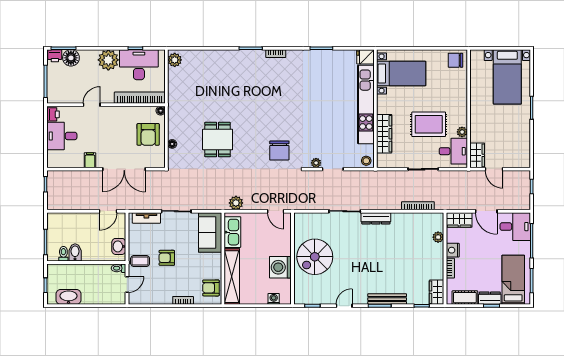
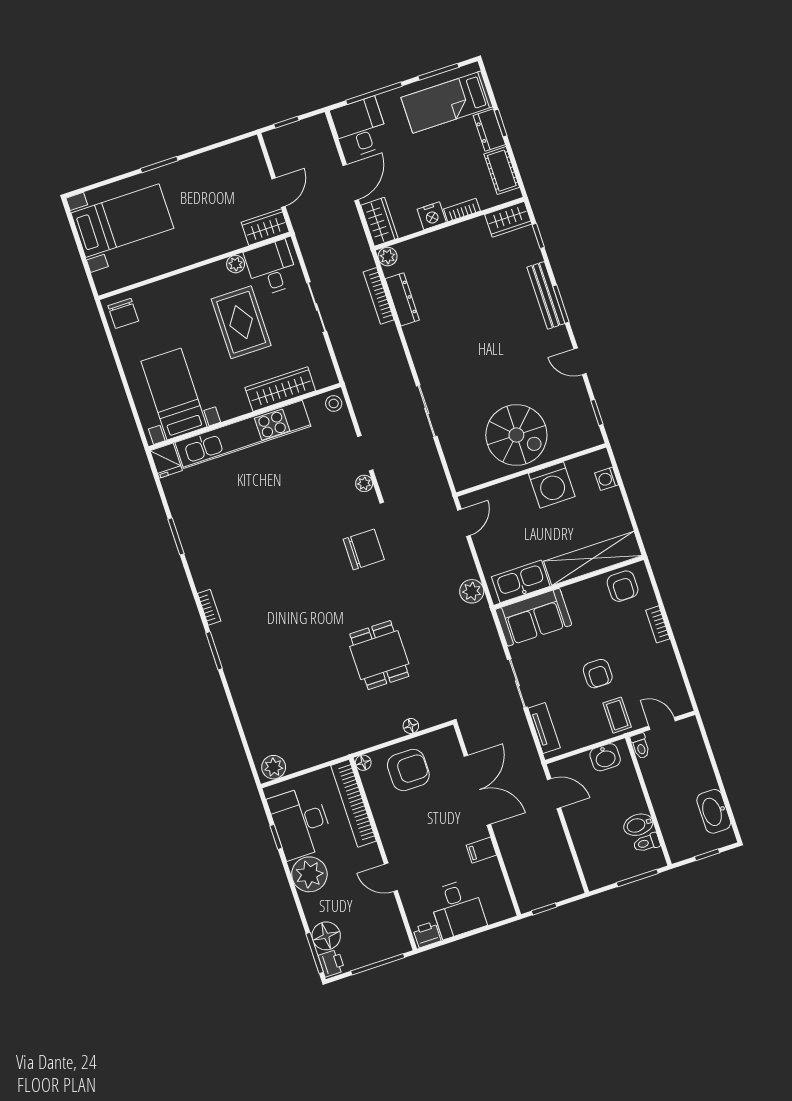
dining table: (218, 140) -> (379, 655), turned 90
dresser: (376, 218) -> (402, 299), moved
plant: (438, 237) -> (388, 257), moved

